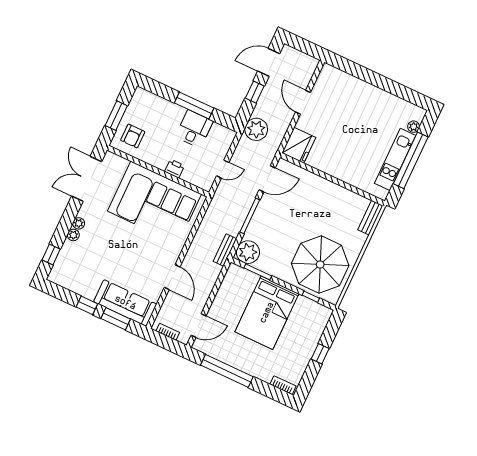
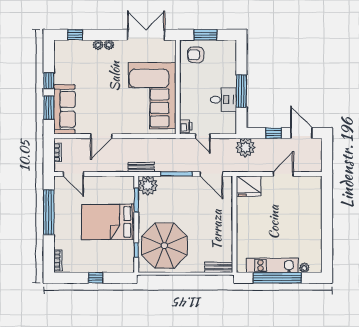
printer: (175, 169) -> (186, 126), moved

